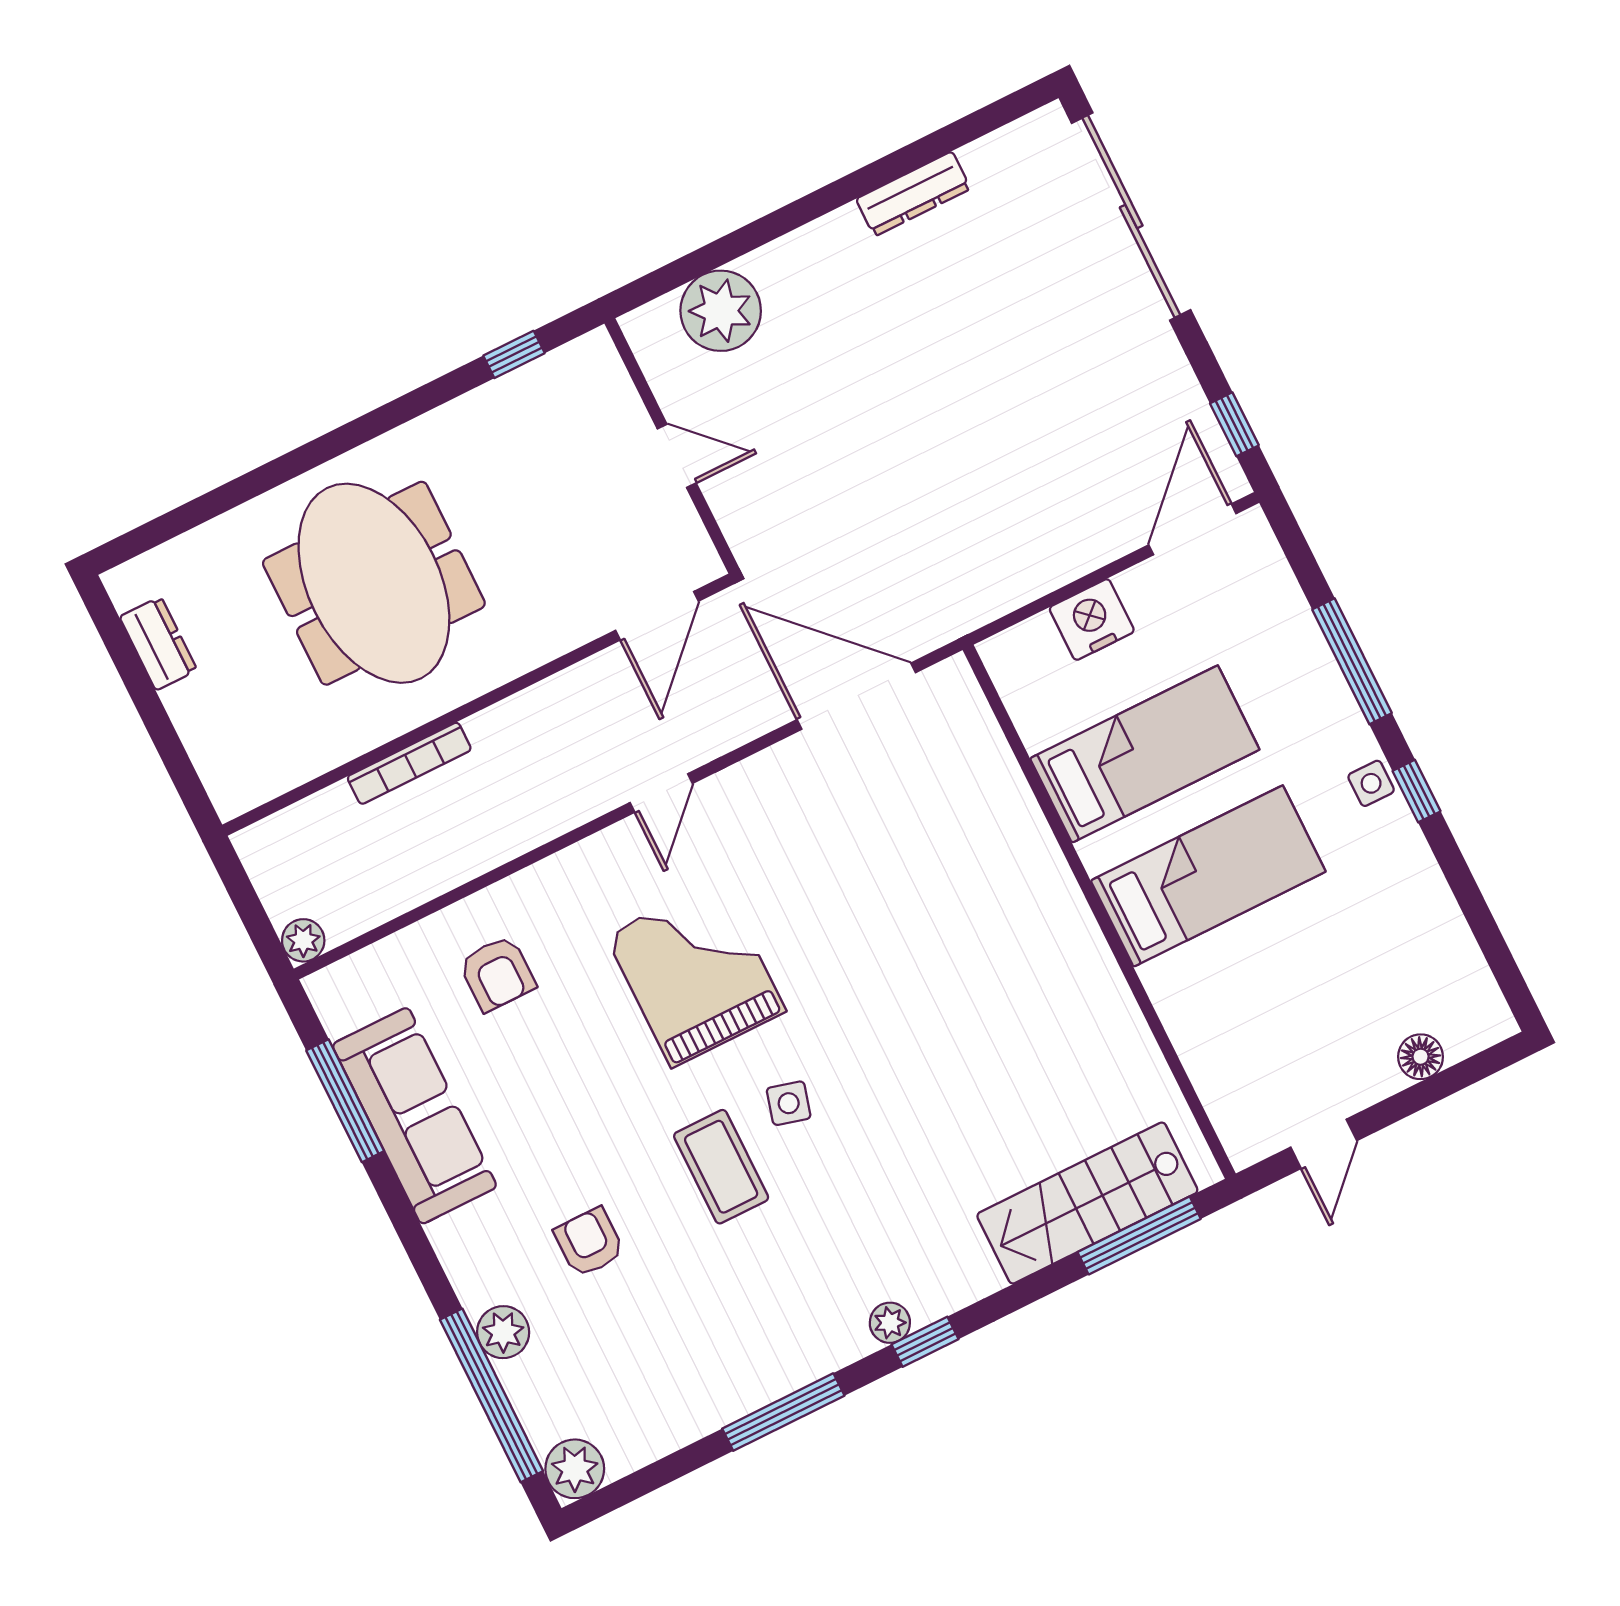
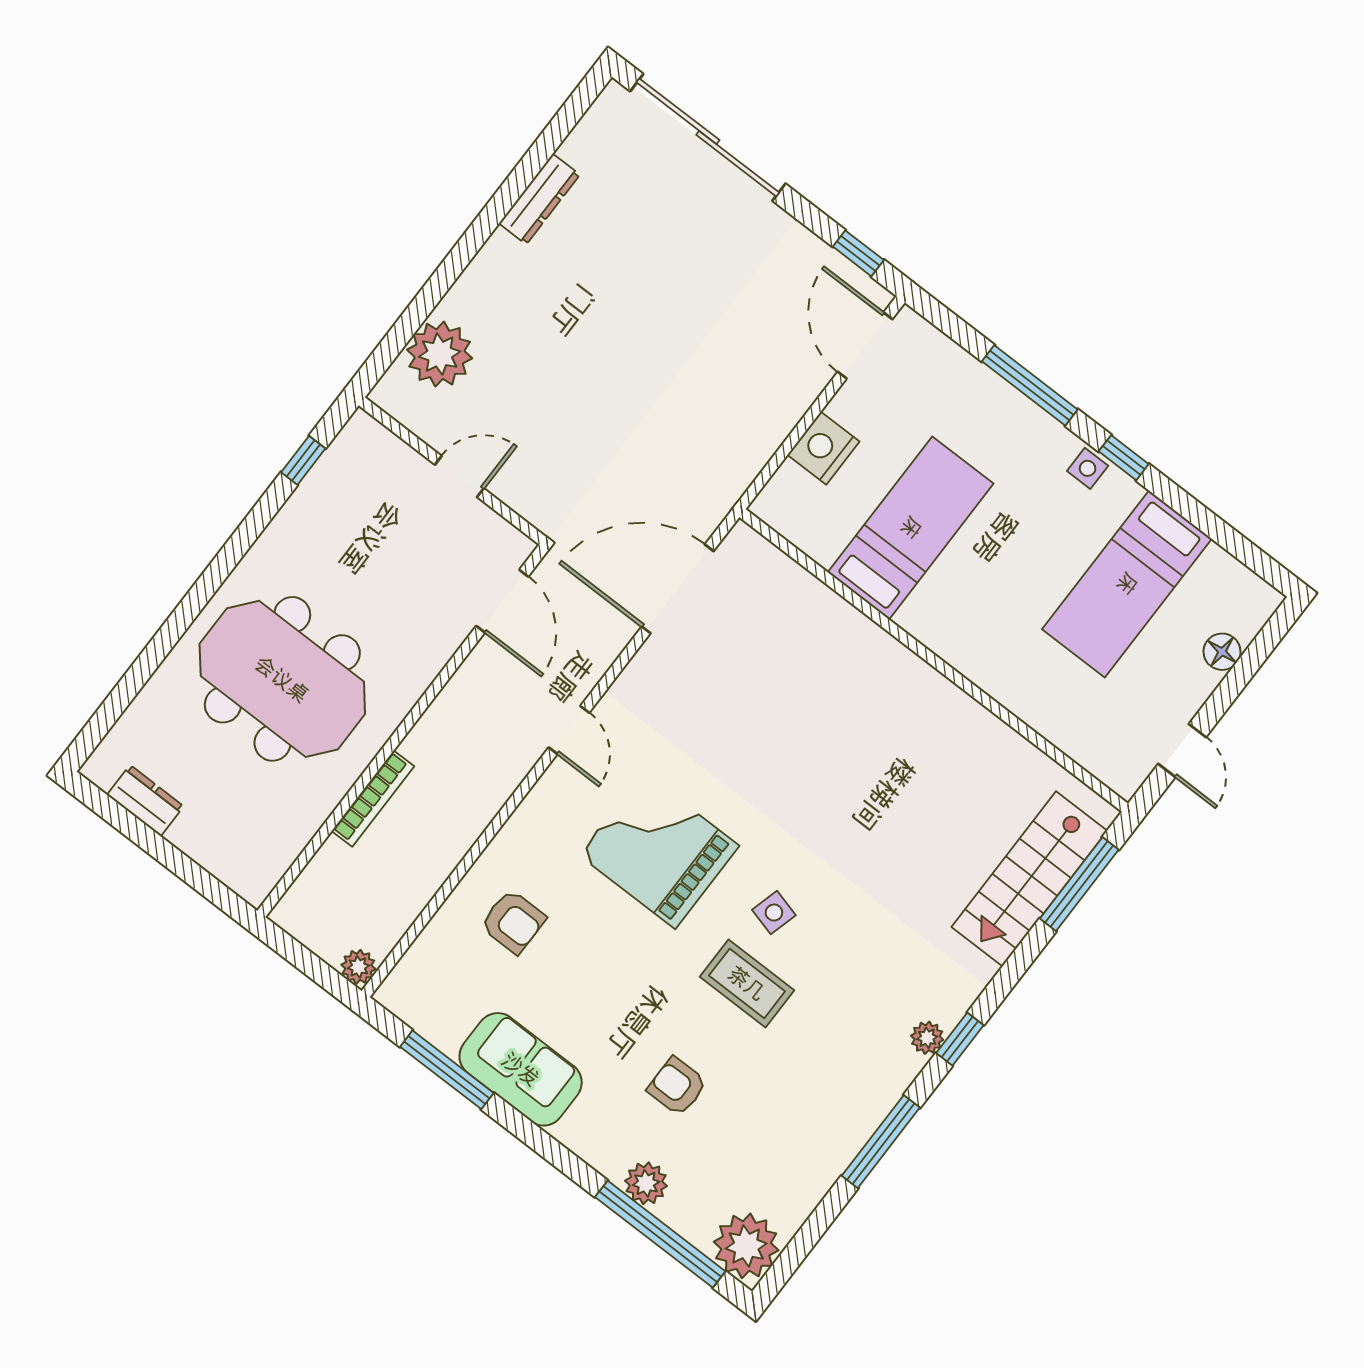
bed: (1208, 876) -> (1127, 584), moved, turned 180
sofa: (415, 1116) -> (521, 1069), width x0.73
plant: (575, 1469) -> (746, 1246), width x1.36, depth x1.36

